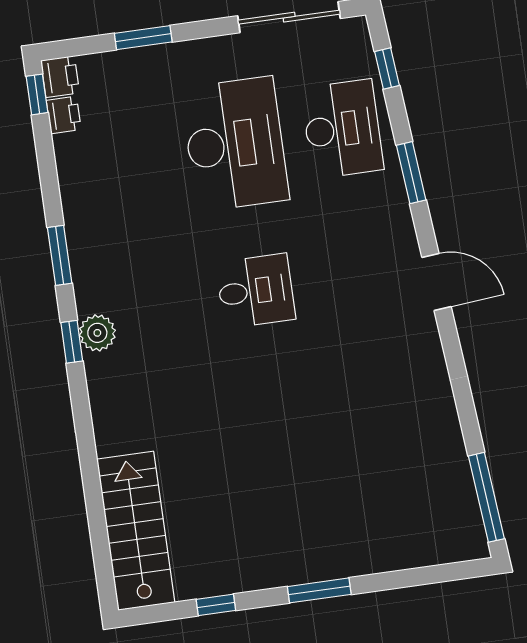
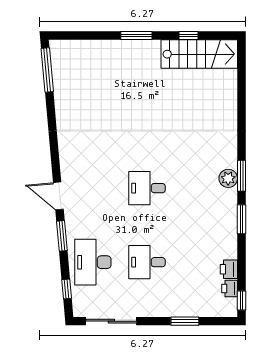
printer: (60, 77) -> (229, 269), moved
desk: (235, 144) -> (147, 262), width x0.53, depth x0.77
door: (436, 282) -> (58, 196), moved
window: (72, 342) -> (241, 176), width x1.50
stairs: (136, 531) -> (199, 54), moved, turned -90

